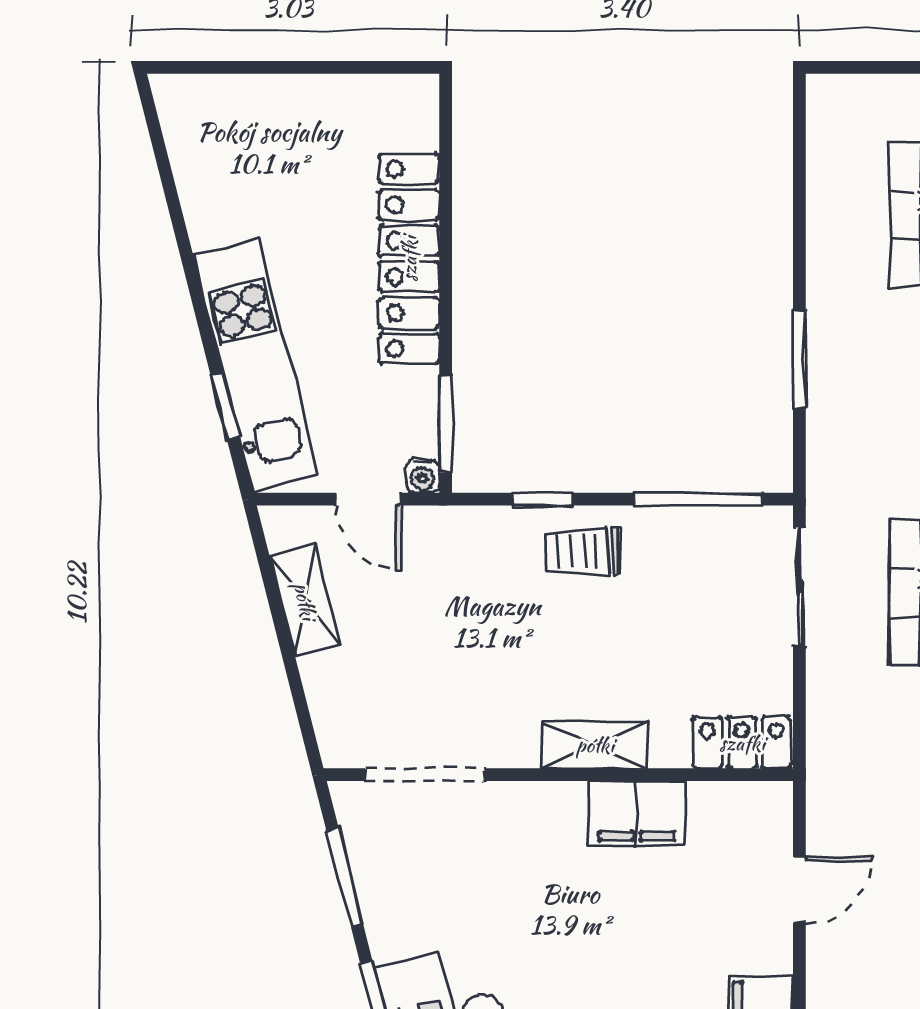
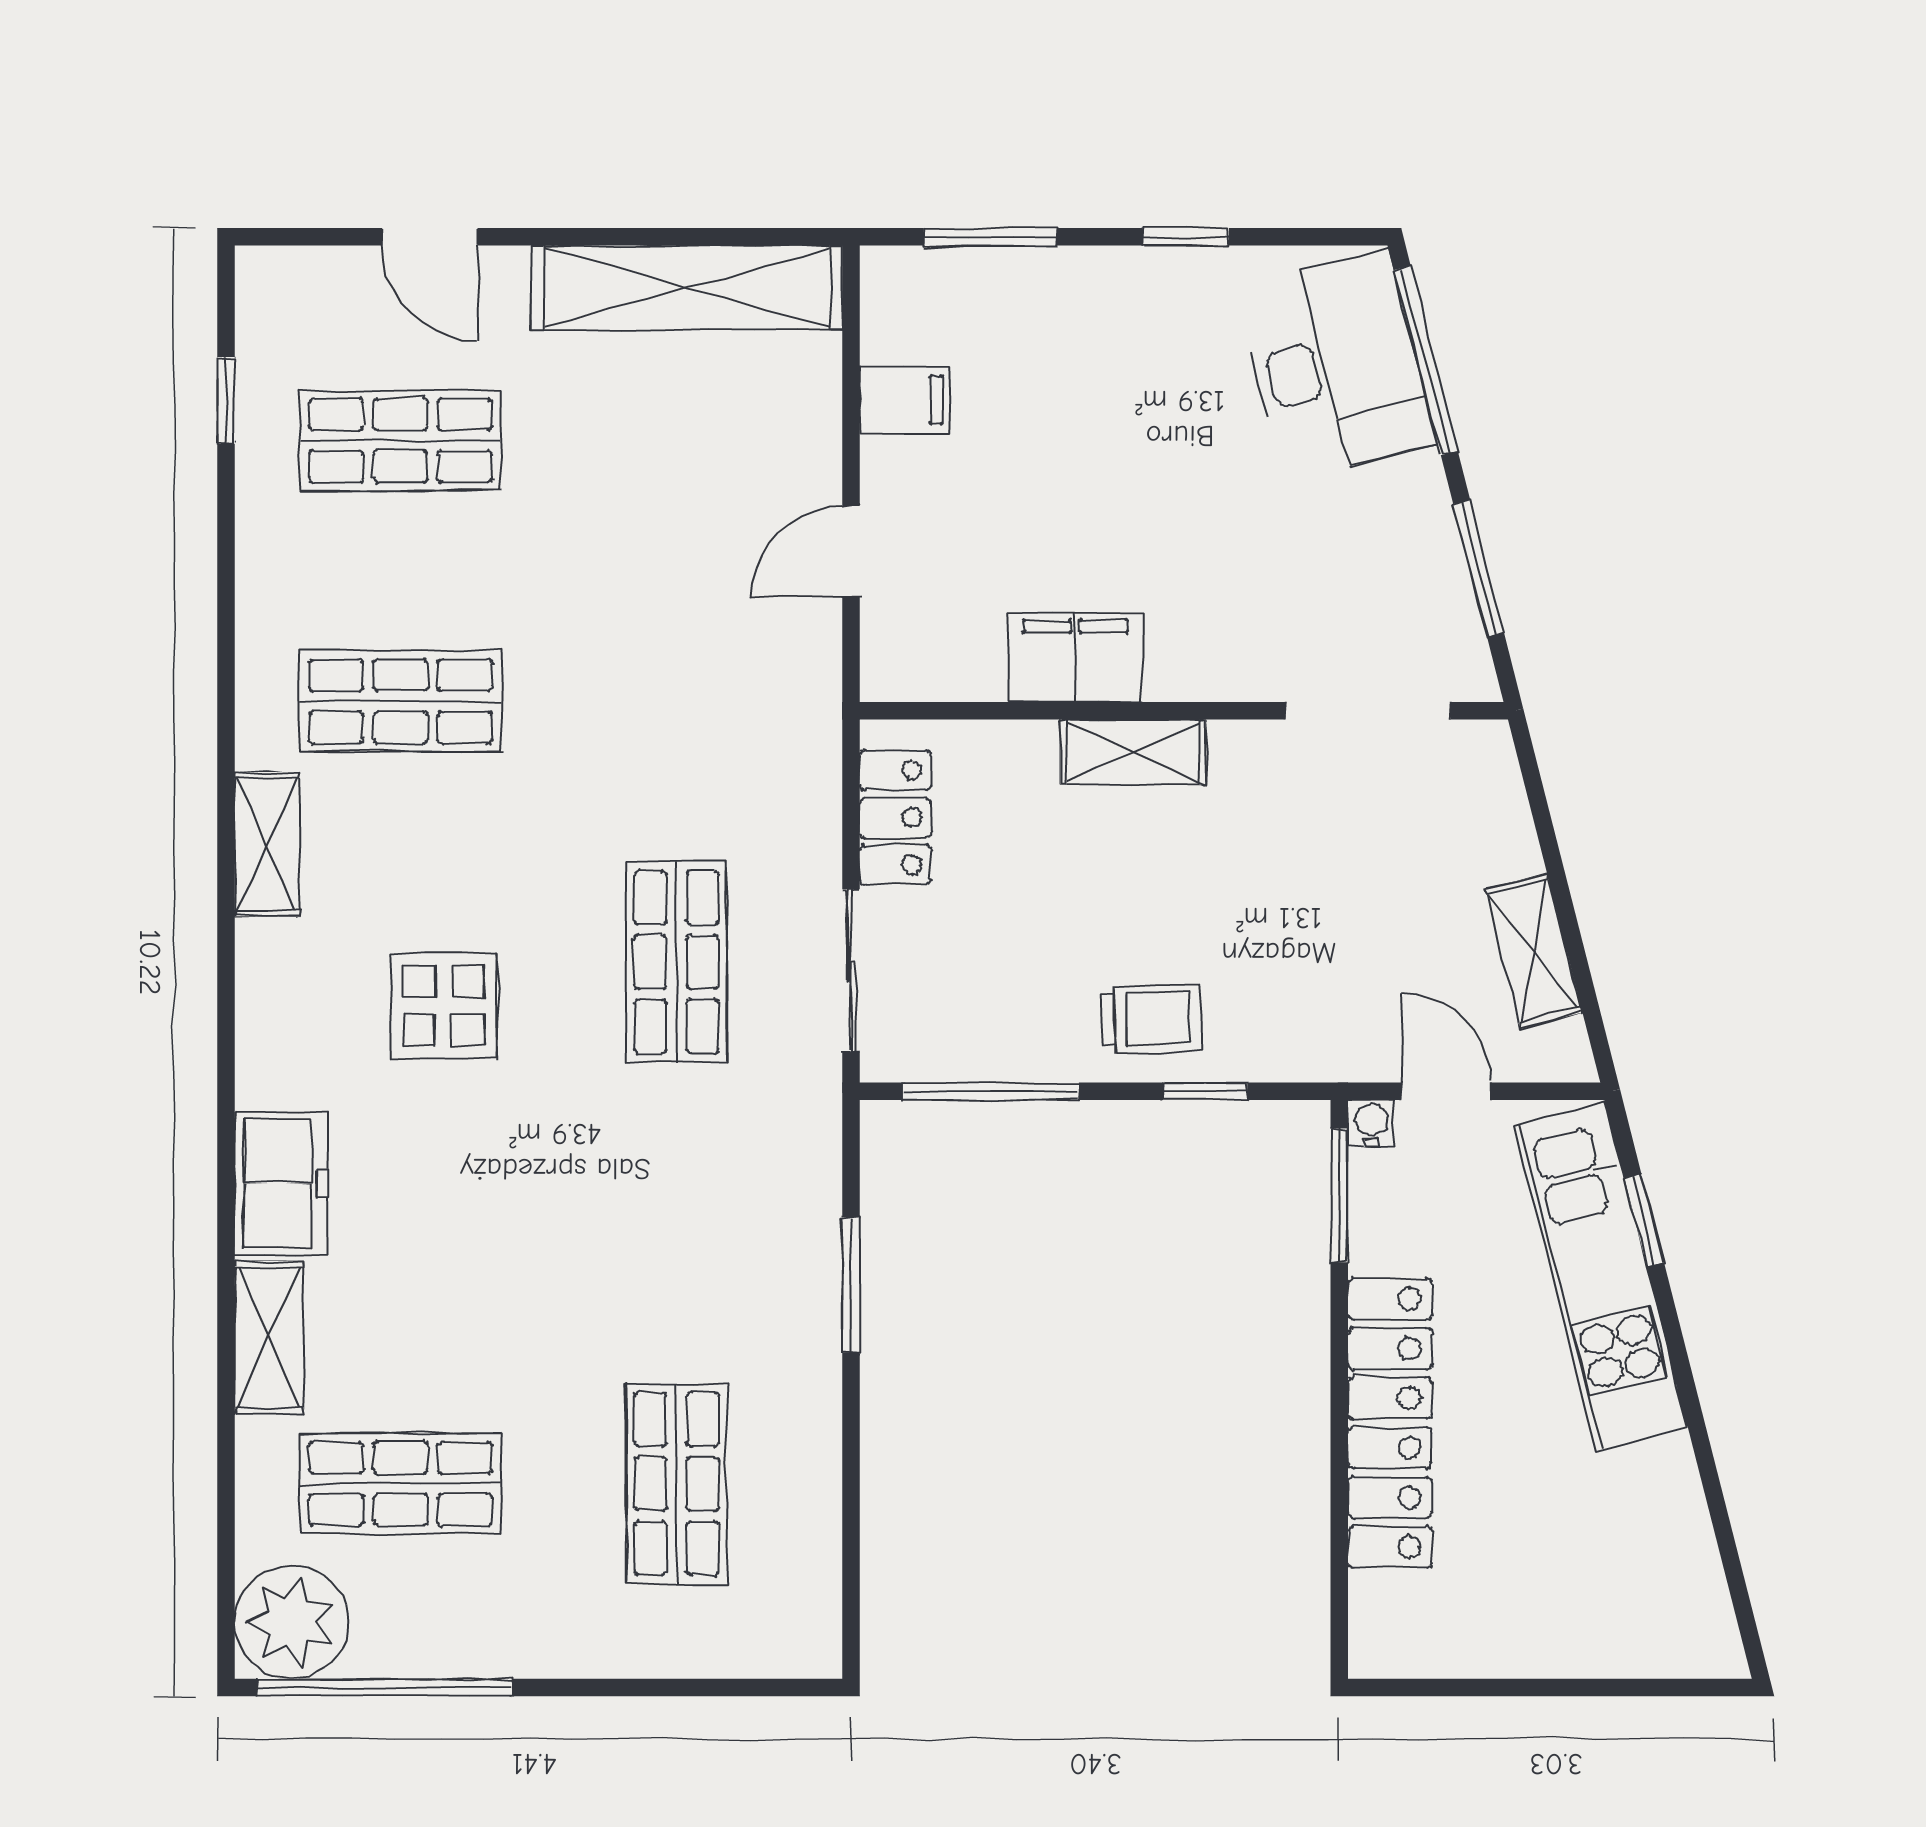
locker: (742, 743) -> (895, 818), moved, turned -90

